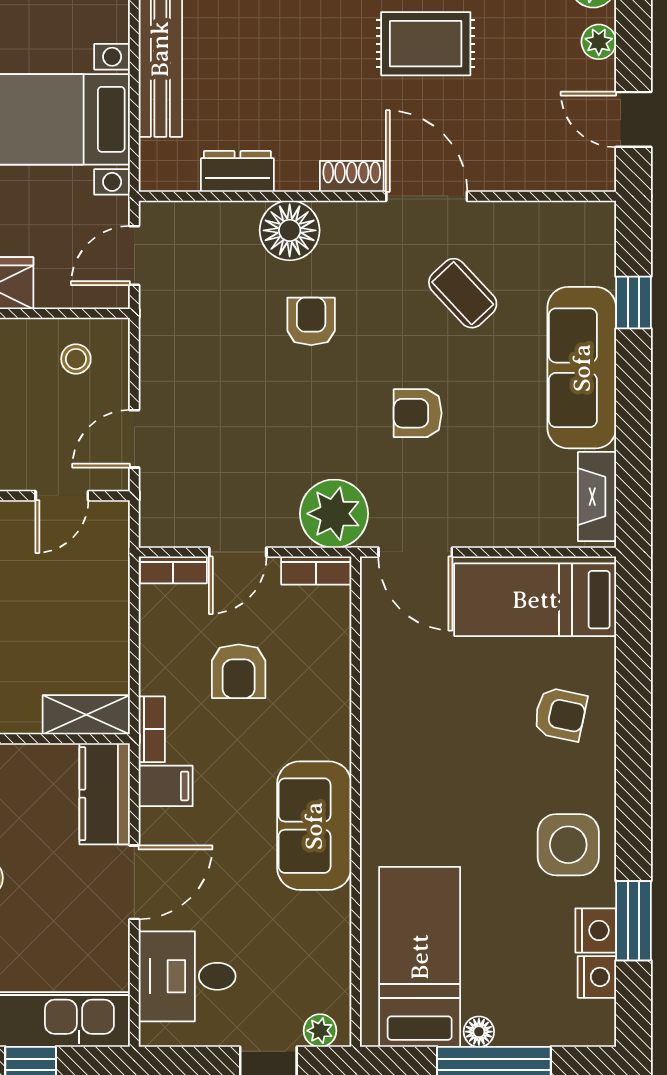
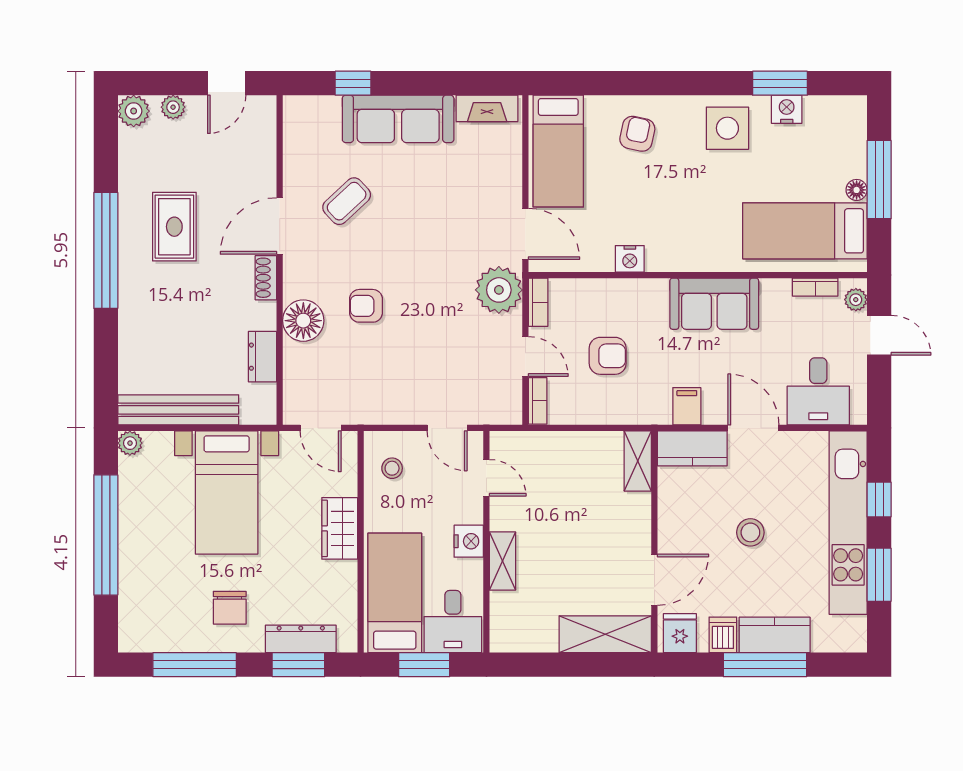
armchair: (418, 413) -> (429, 232), removed
door: (415, 552) -> (525, 234), hinge flipped
bookcase: (152, 729) -> (815, 287), moved, turned 180
nightstand: (597, 977) -> (630, 259), moved, turned 180

